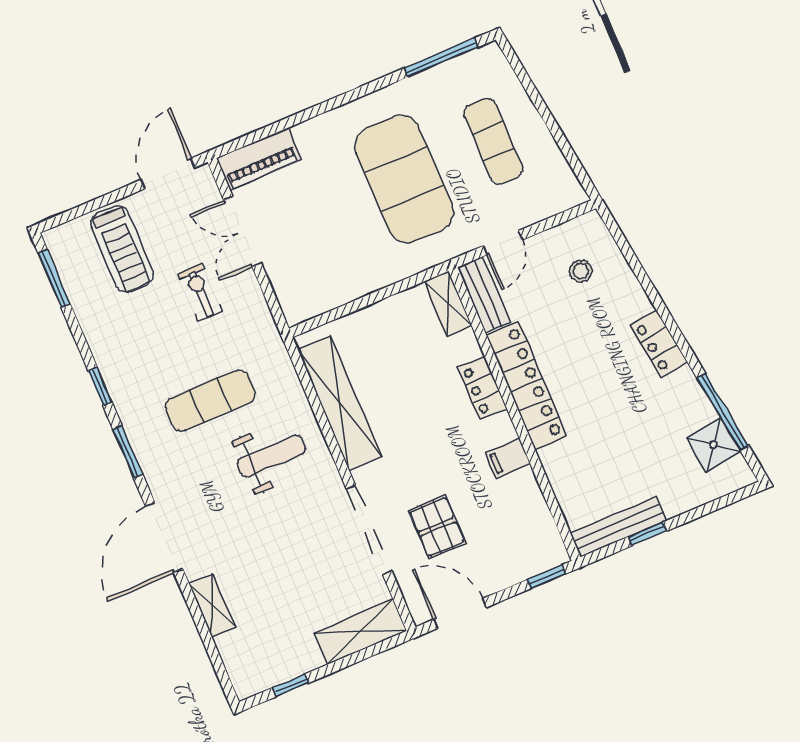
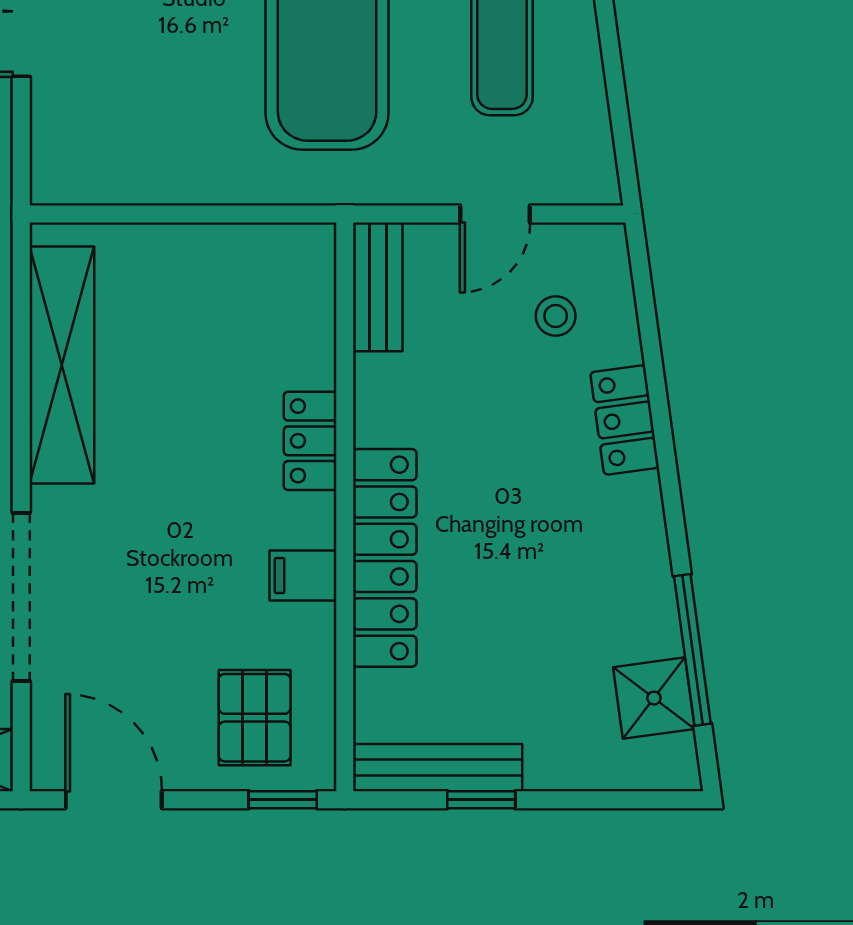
door: (503, 243) -> (495, 214), moved
shelving: (448, 304) -> (312, 276), removed
locker: (659, 343) -> (625, 420), moved
locker: (527, 385) -> (385, 558), moved
pallet: (437, 527) -> (255, 718), moved

